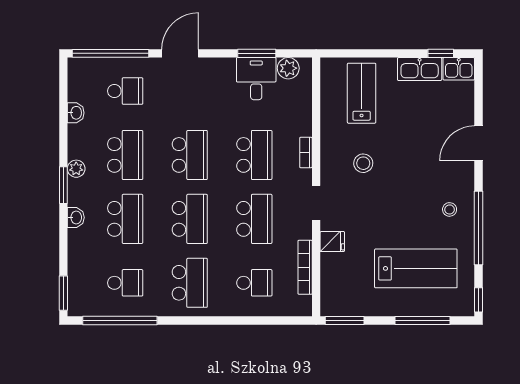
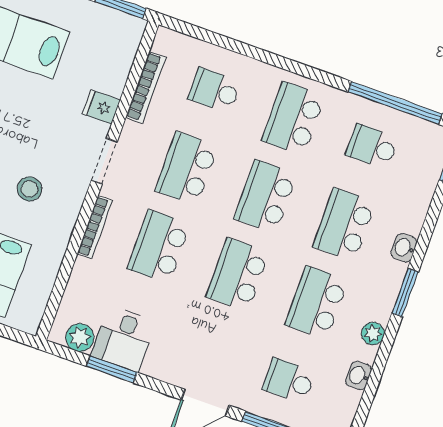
bookcase: (306, 152) -> (95, 227), width x1.56
plant: (76, 169) -> (373, 334), moved

